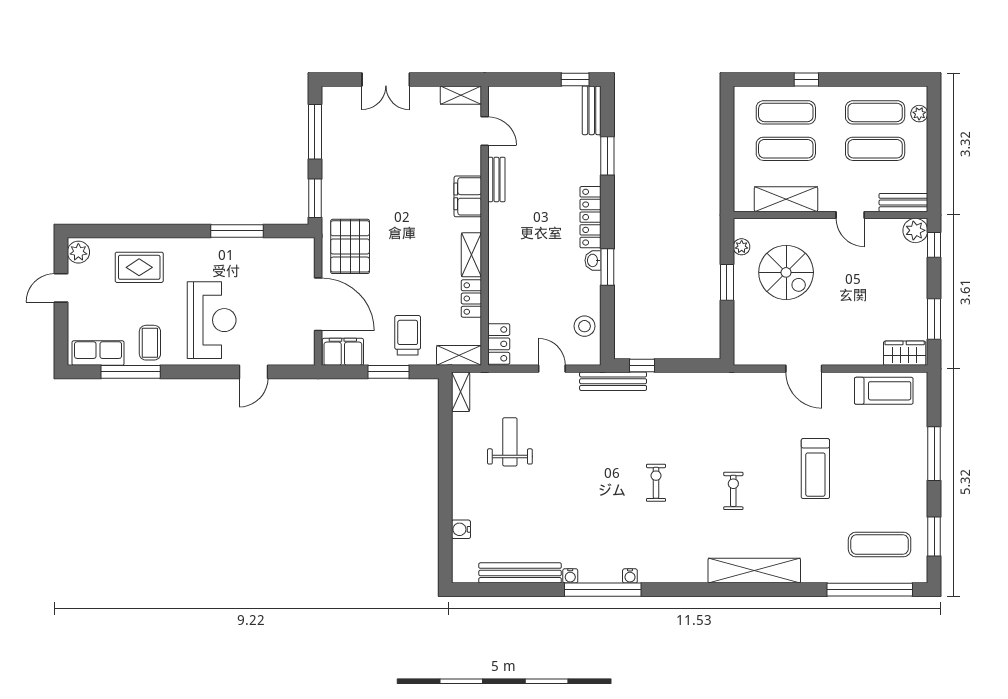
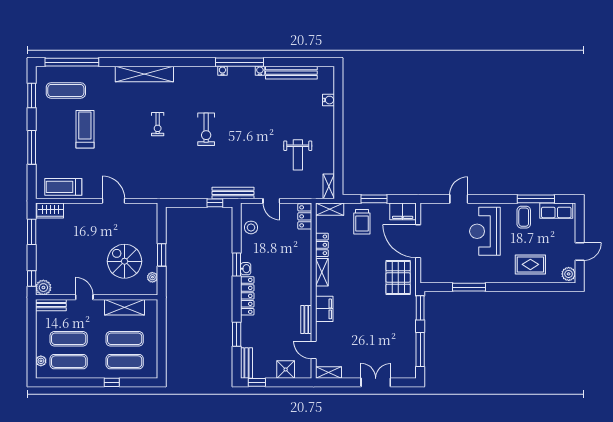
shower: (529, 100) -> (286, 369), added
treadmill: (815, 469) -> (85, 129), moved
exercise bike: (656, 483) -> (206, 129), width x1.38, depth x1.39

